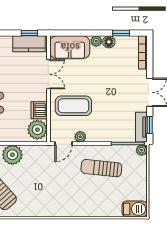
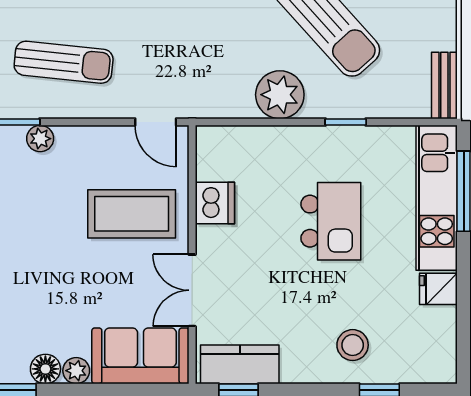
plant: (37, 130) -> (219, 156), removed
plant: (80, 137) -> (40, 139), moved
door: (64, 144) -> (156, 122), swing flipped

